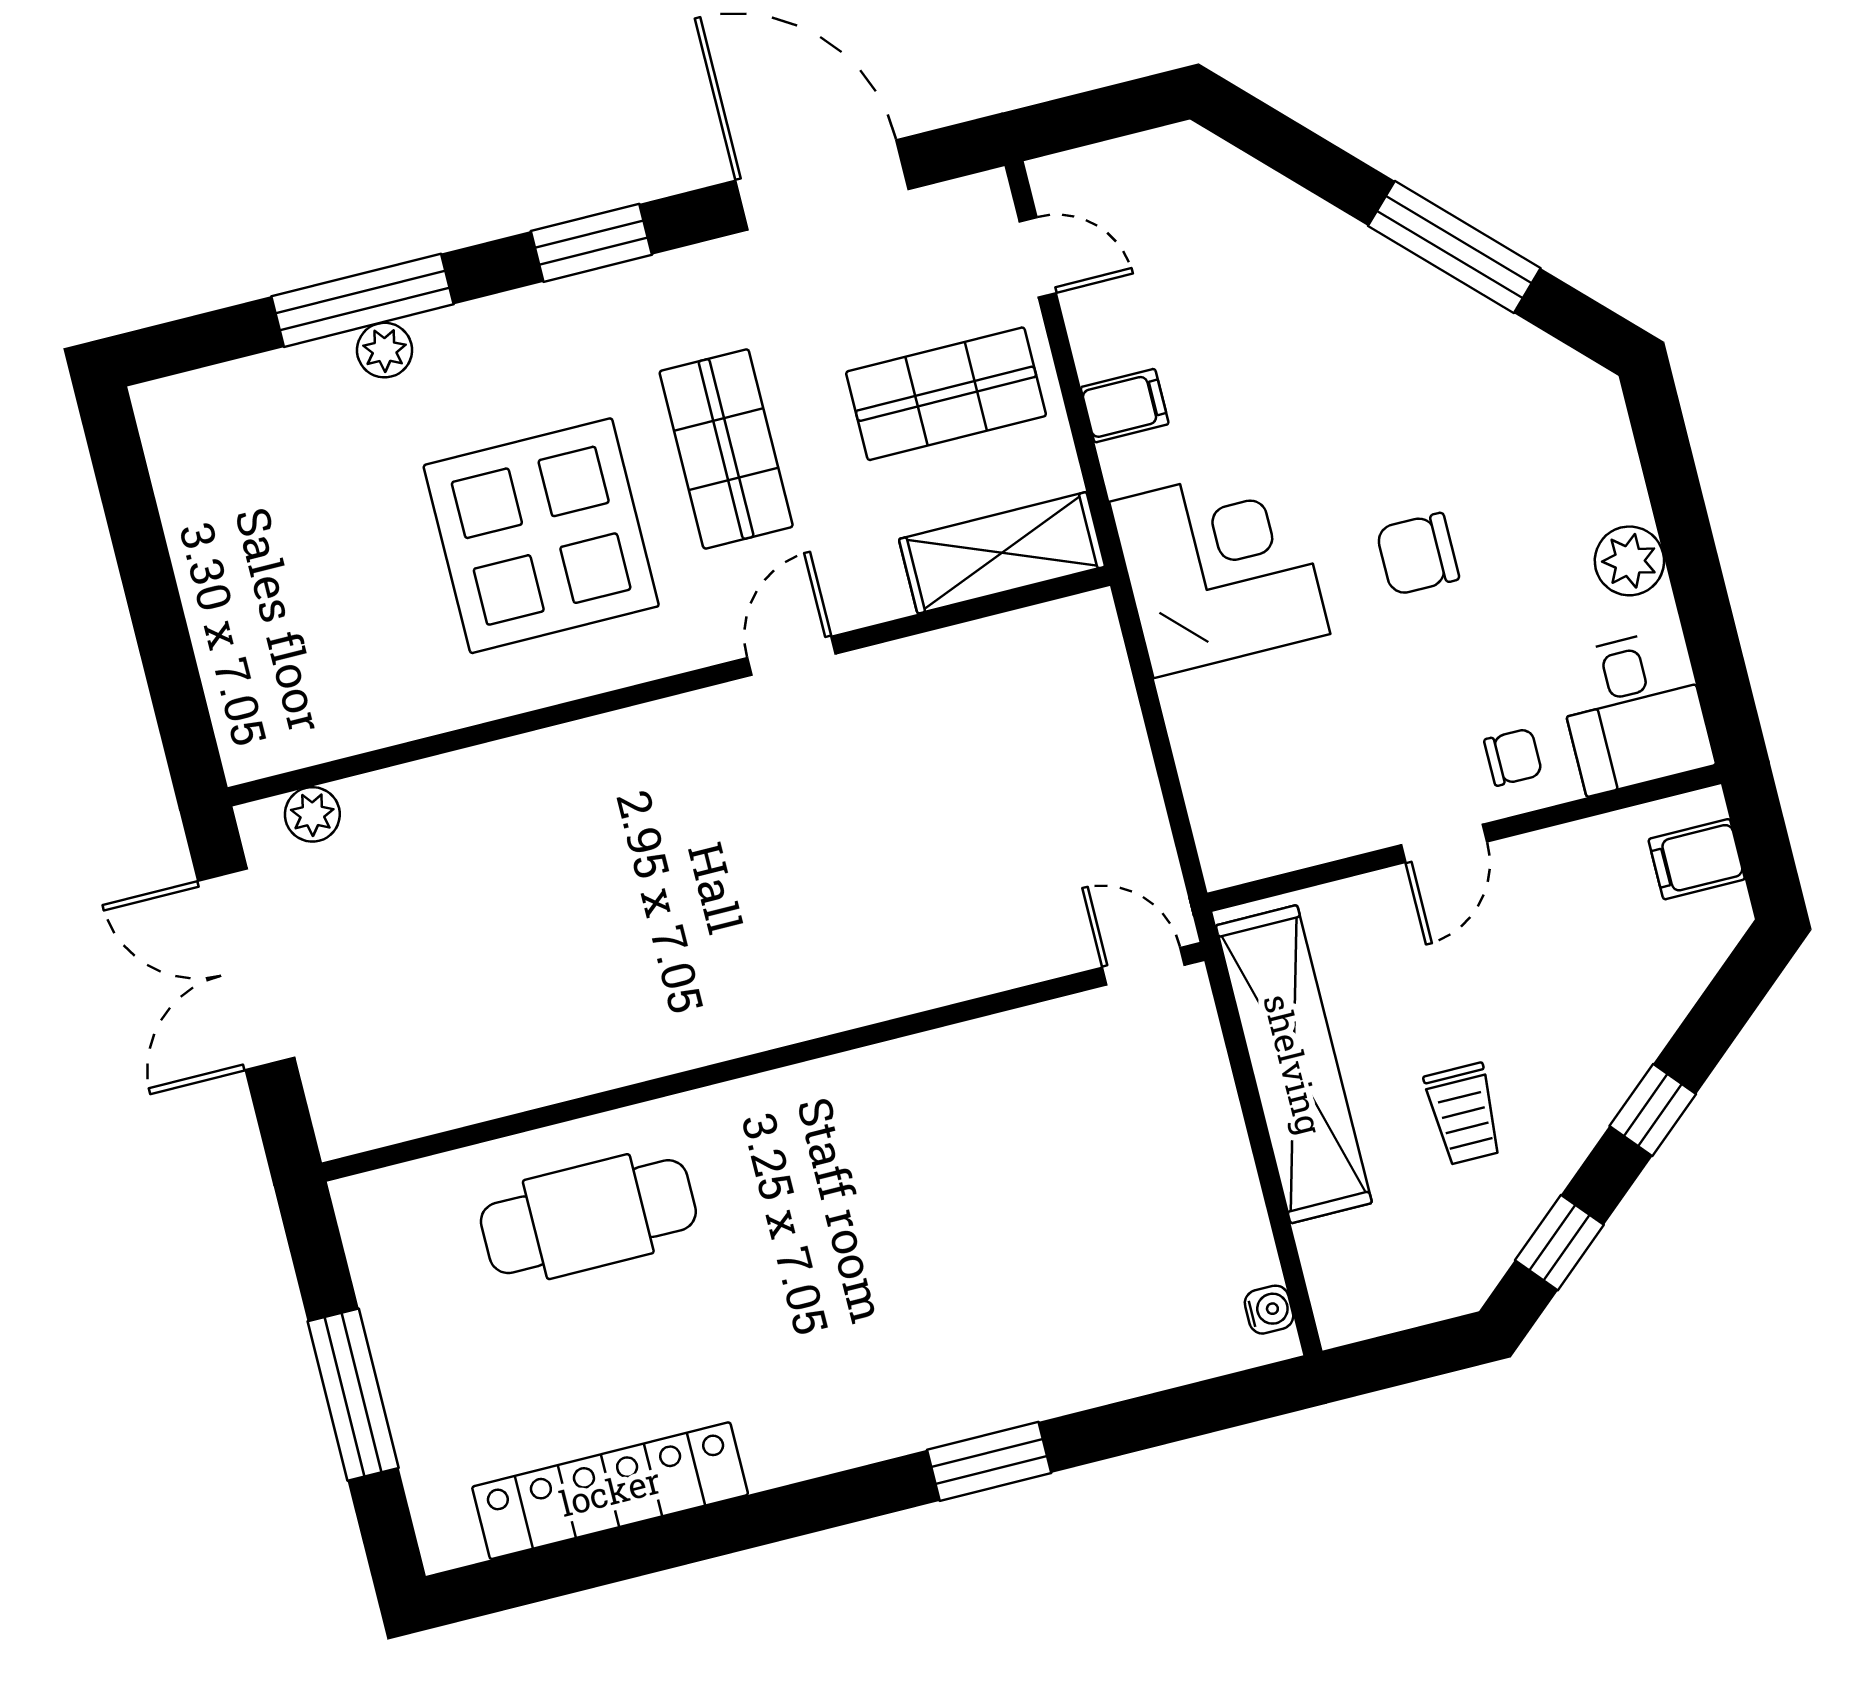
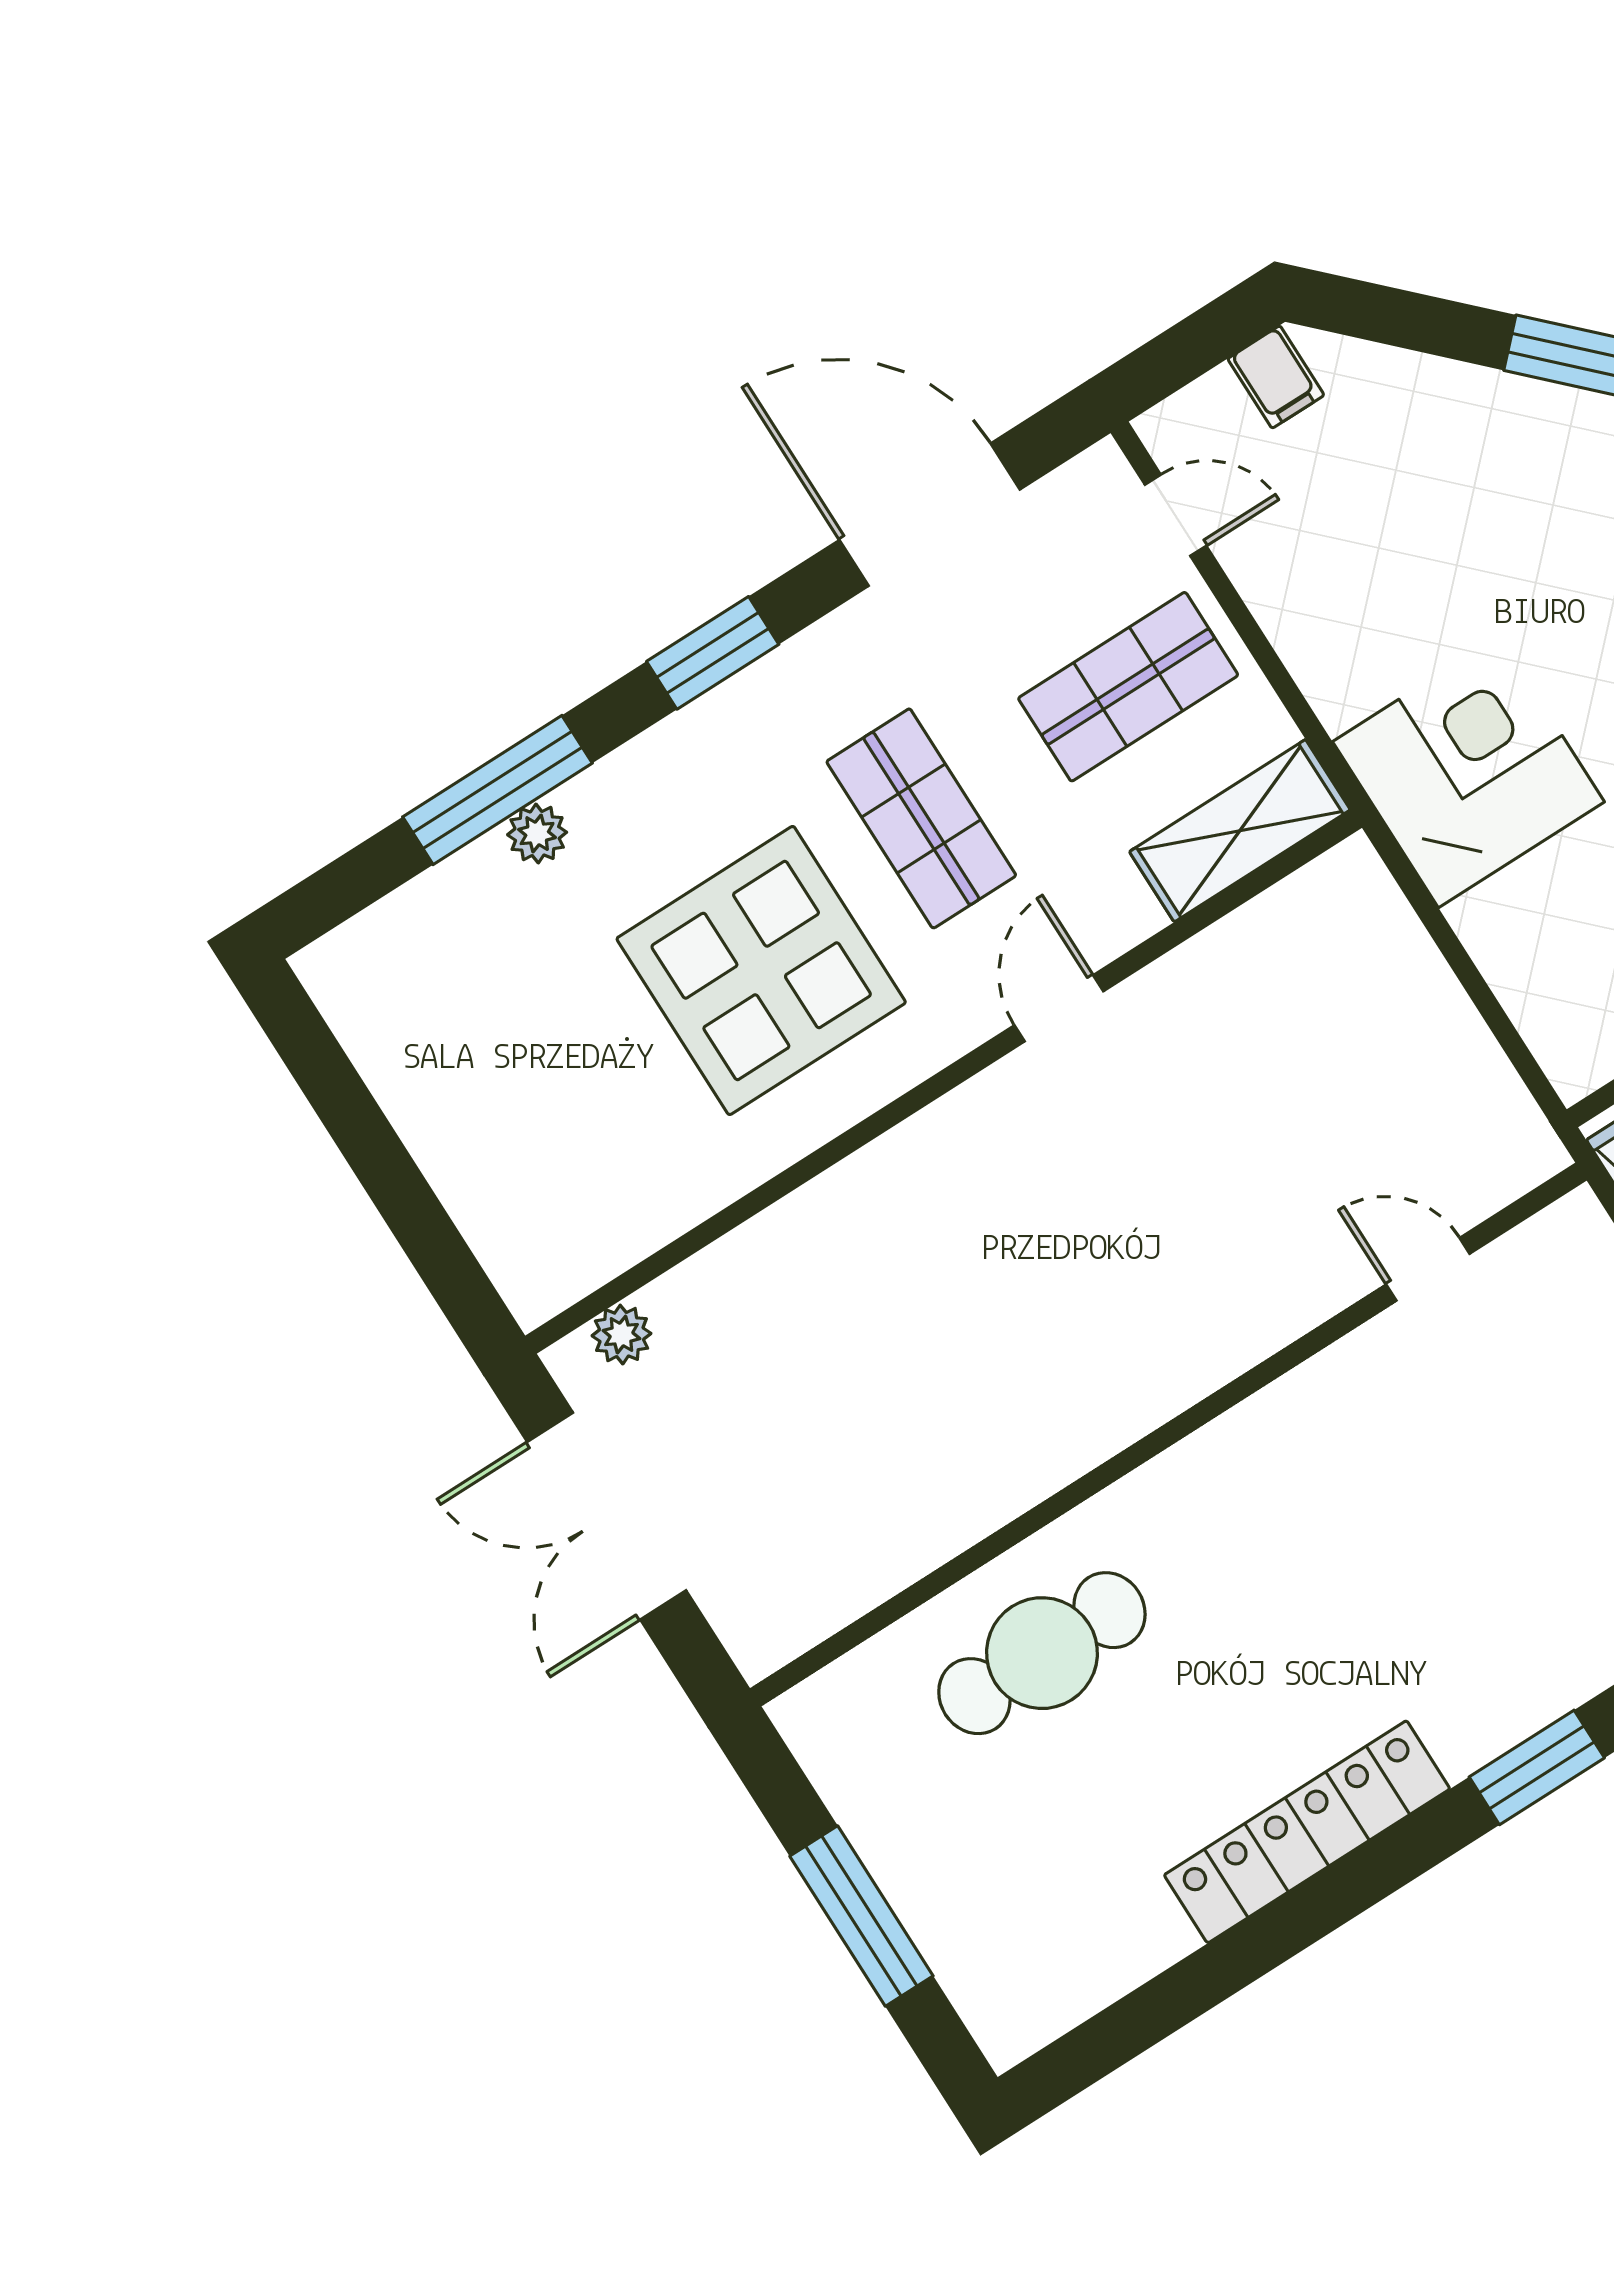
filing cabinet: (1125, 406) -> (1276, 377), moved, turned 90
door: (1143, 966) -> (1428, 1269), moved
locker: (610, 1491) -> (1307, 1832), moved

